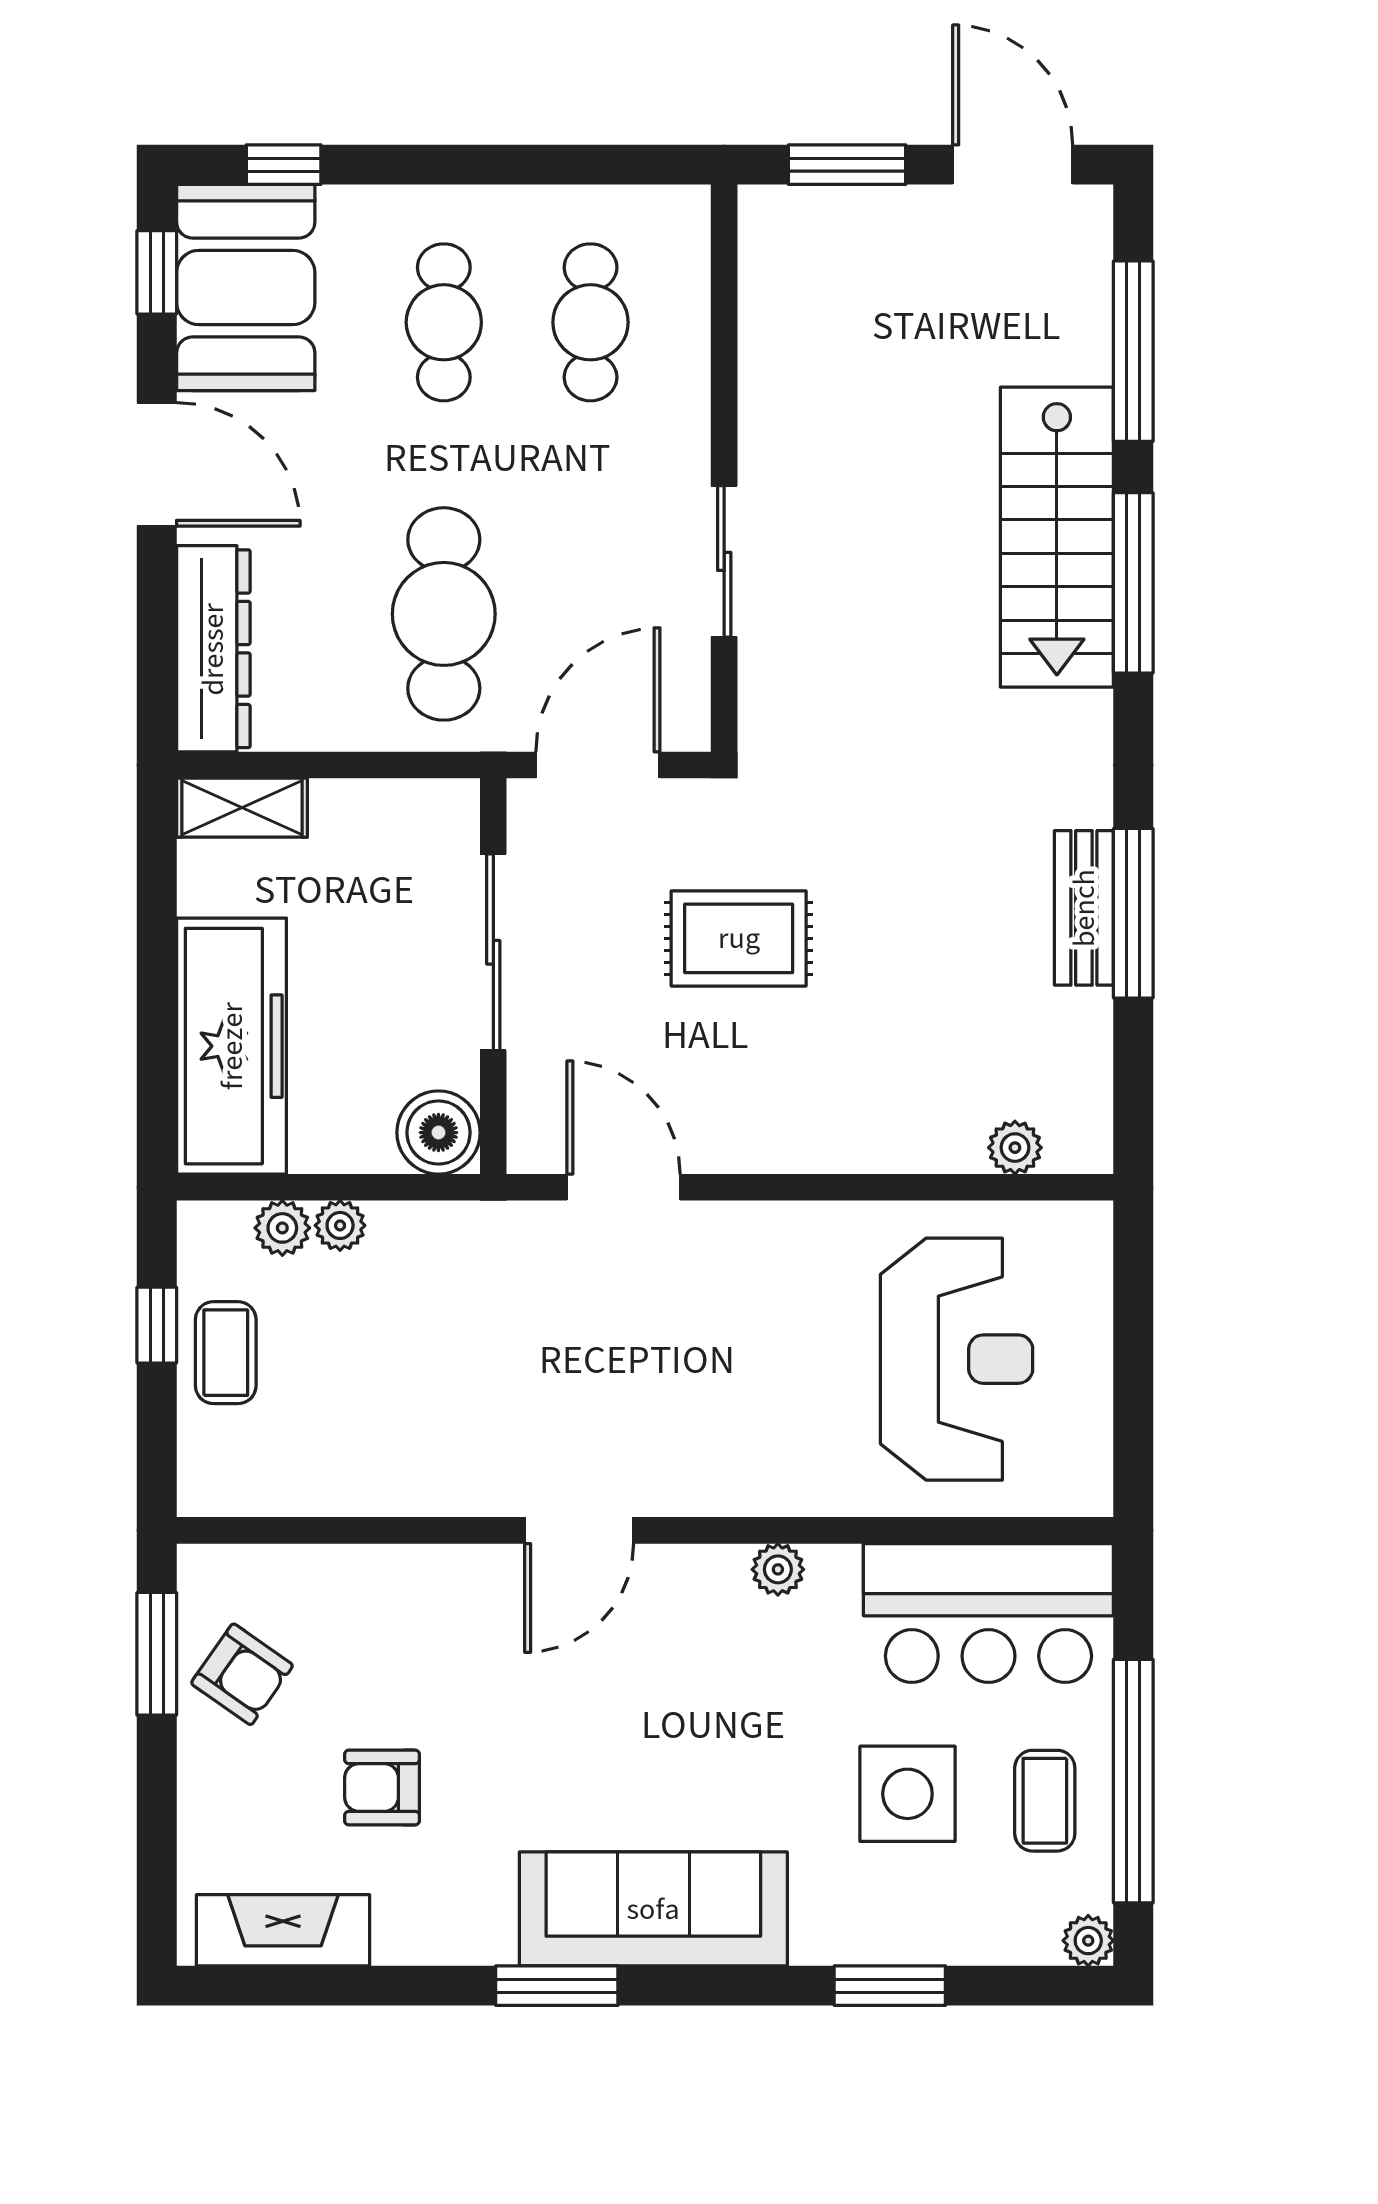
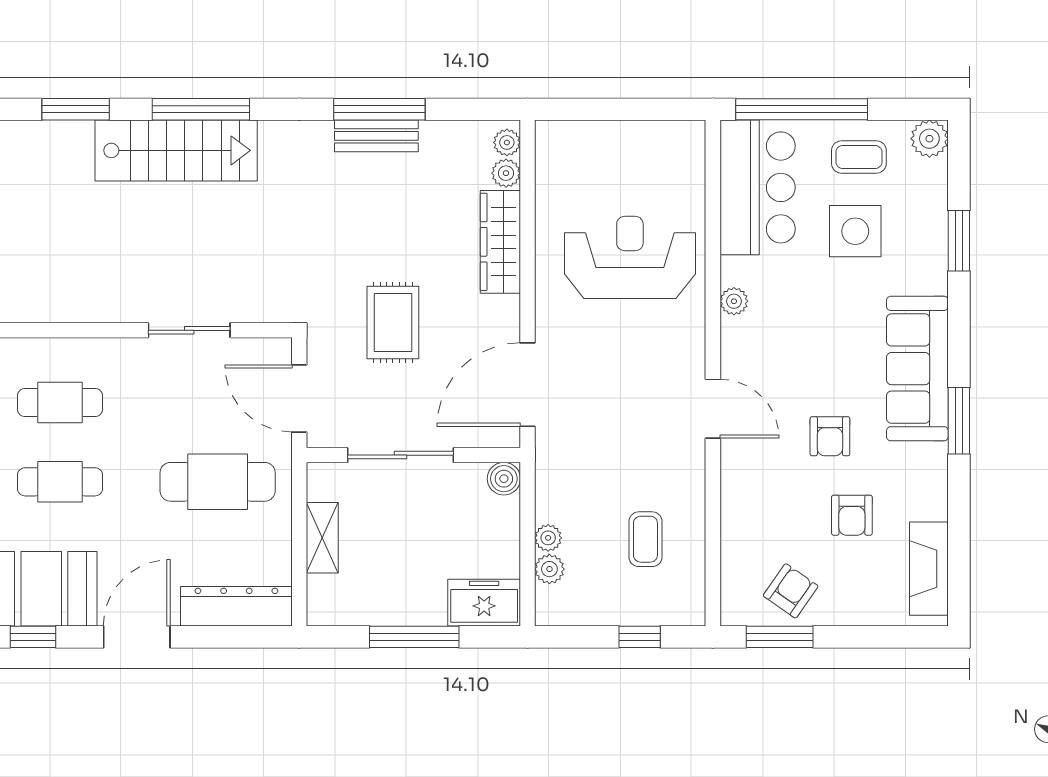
window: (1133, 351) -> (76, 109), width x0.69
shelving: (242, 808) -> (322, 538), moved
window: (157, 978) -> (414, 637), added
freezer: (232, 1046) -> (484, 603), width x0.52, depth x0.79
boiler: (438, 1133) -> (504, 479), width x0.73, depth x0.73
wardrobe: (888, 1137) -> (500, 242), added
plant: (1072, 1149) -> (507, 142), added
door: (624, 1187) -> (527, 385), width x1.36
window: (157, 1325) -> (640, 637), moved
coffee table: (226, 1353) -> (645, 539), moved, turned 90
reception desk: (957, 1359) -> (630, 257), moved
armchair: (528, 1747) -> (830, 436), added
window: (1133, 1781) -> (802, 109), moved
plant: (1088, 1941) -> (929, 139), width x1.38, depth x1.38

